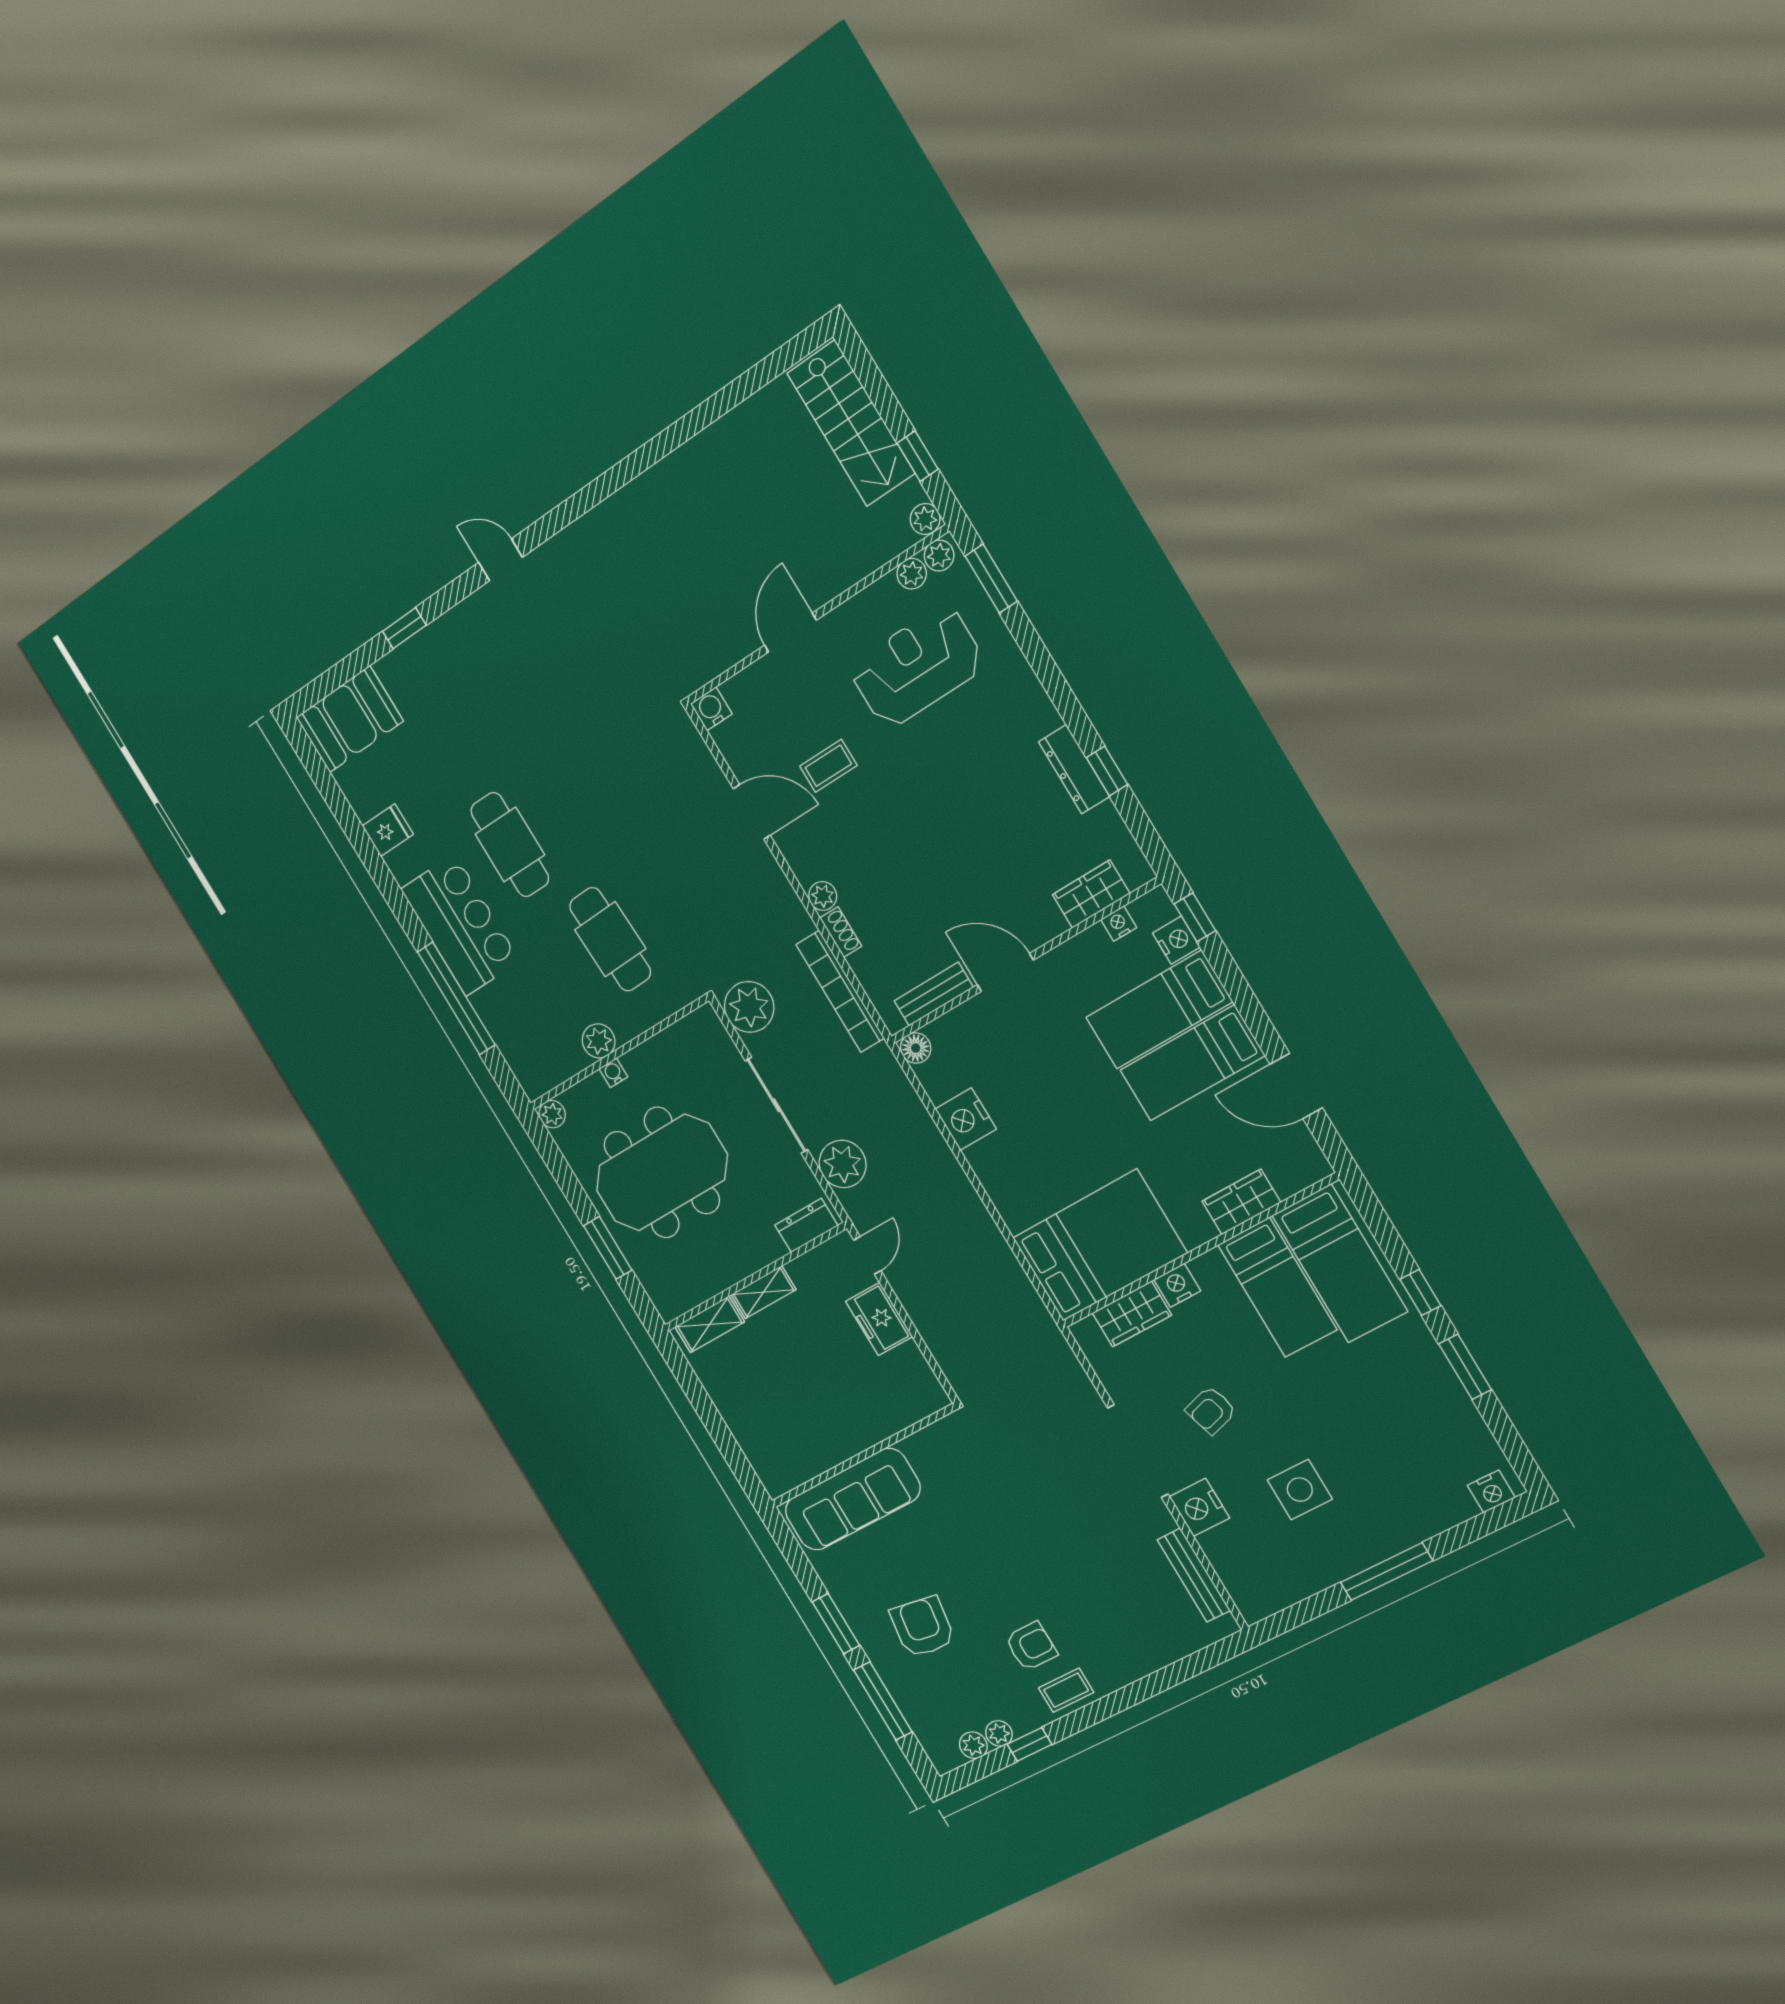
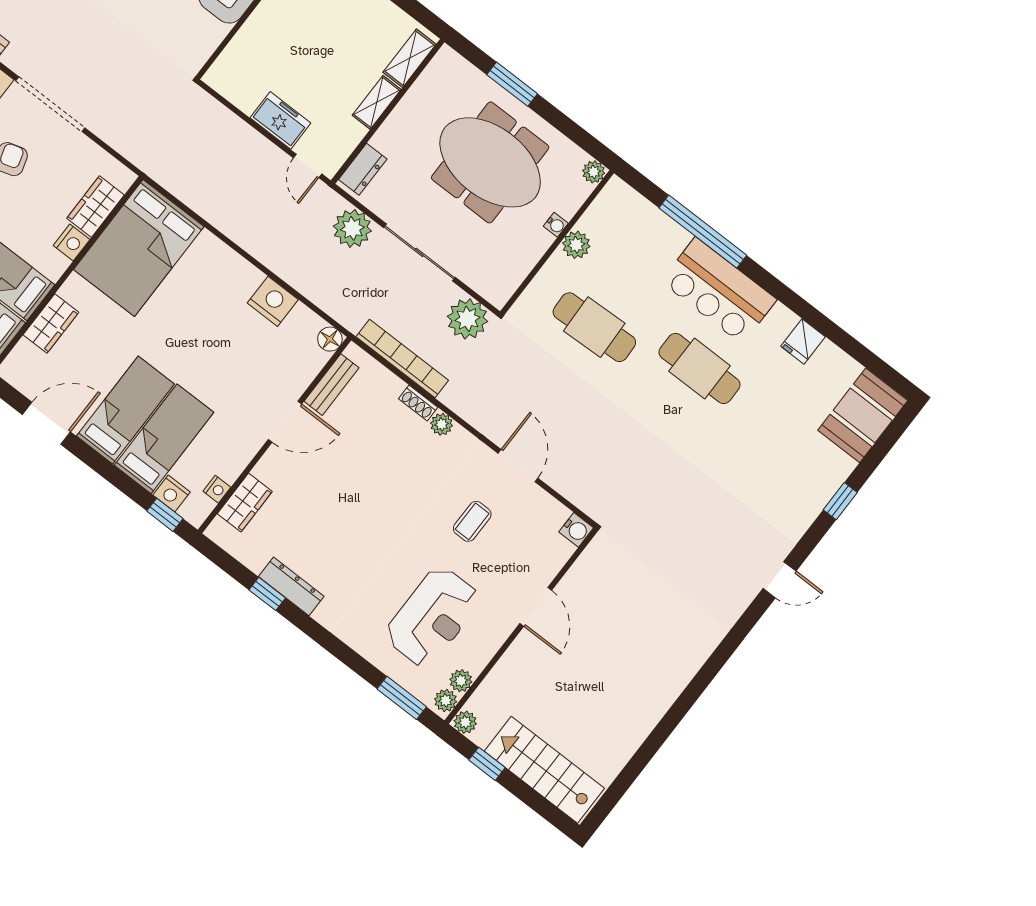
door: (752, 812) -> (518, 466), swing flipped
meeting table: (662, 1173) -> (490, 162), turned 90

